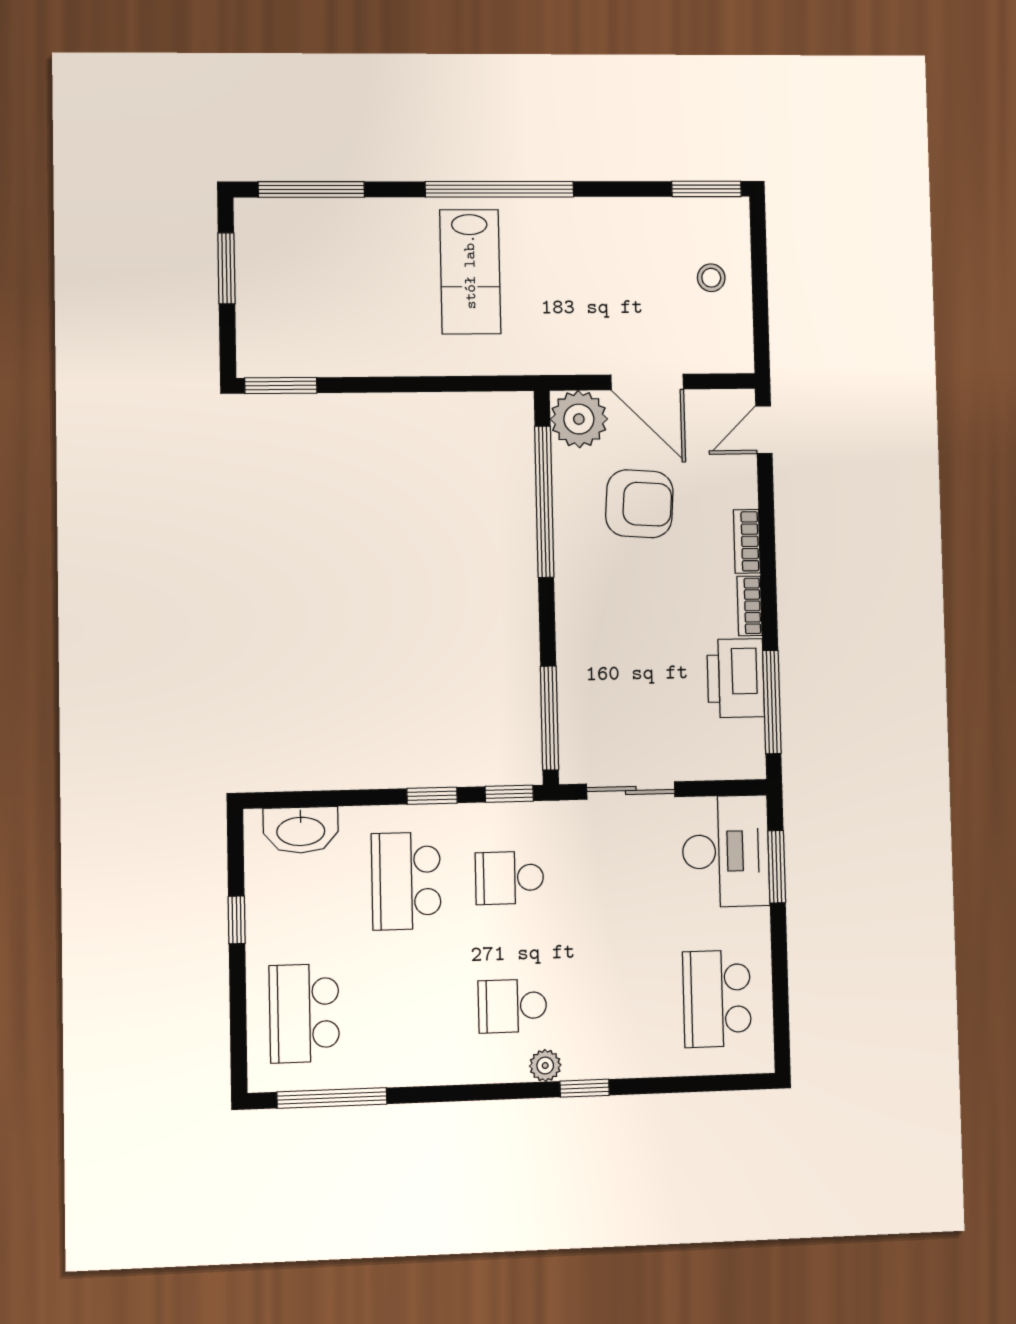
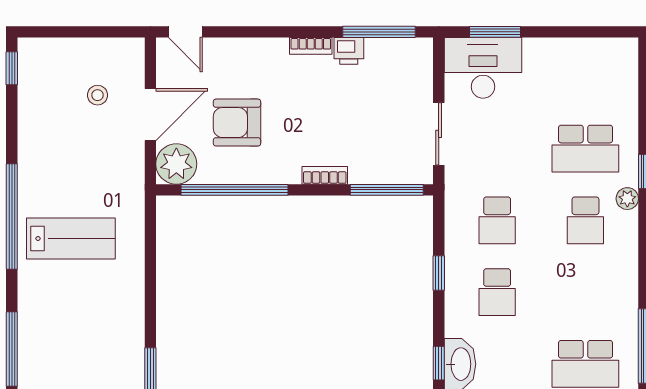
window: (706, 189) -> (12, 68), width x0.67
stool: (711, 278) -> (98, 95), moved
armchair: (639, 504) -> (237, 123), turned -94
bookcase: (747, 541) -> (325, 175), moved, turned 180
printer: (736, 678) -> (349, 51), width x0.53, depth x0.68
window: (509, 794) -> (439, 363), moved
school desk: (406, 881) -> (497, 292), width x0.54
school desk: (717, 999) -> (585, 149), moved

